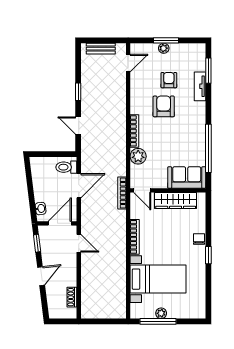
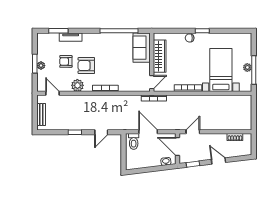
plant: (138, 156) -> (77, 85), moved

